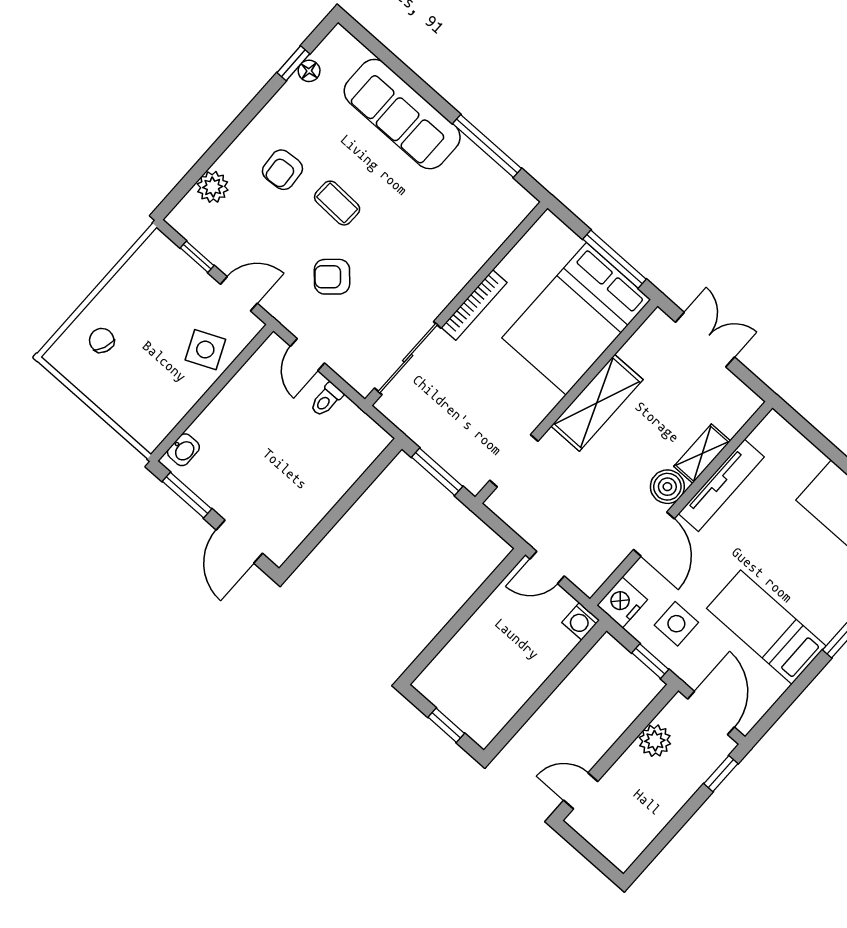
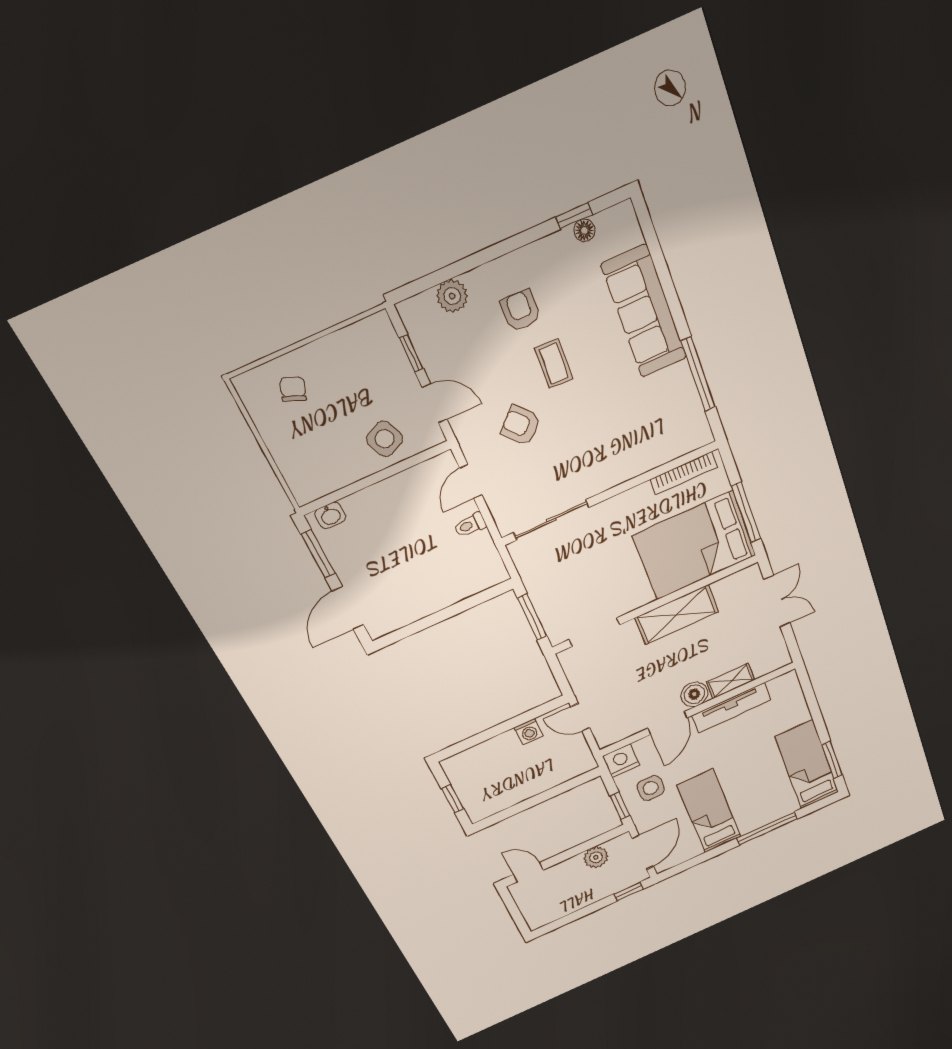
armchair: (282, 170) -> (521, 311), turned 94
bookcase: (474, 305) -> (684, 473), moved
washing machine: (581, 621) -> (529, 732), moved, turned -90

